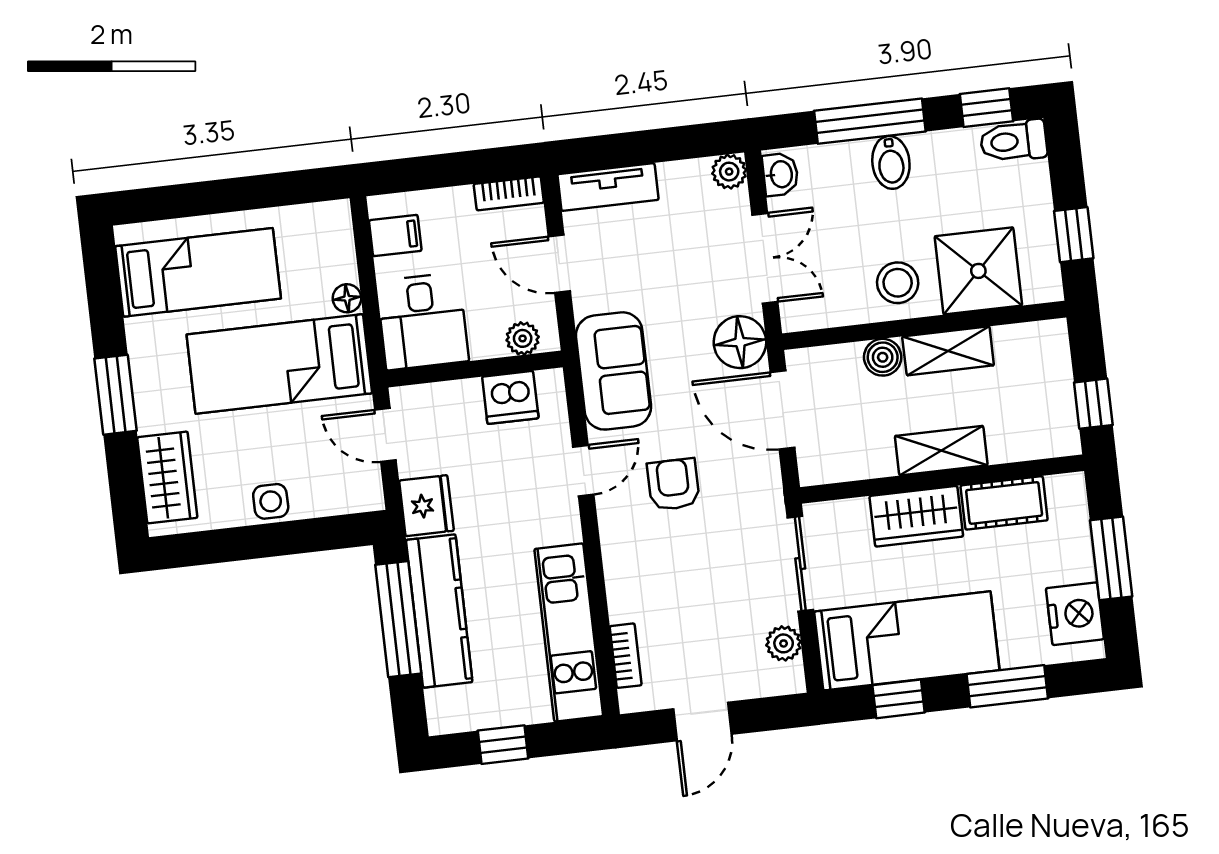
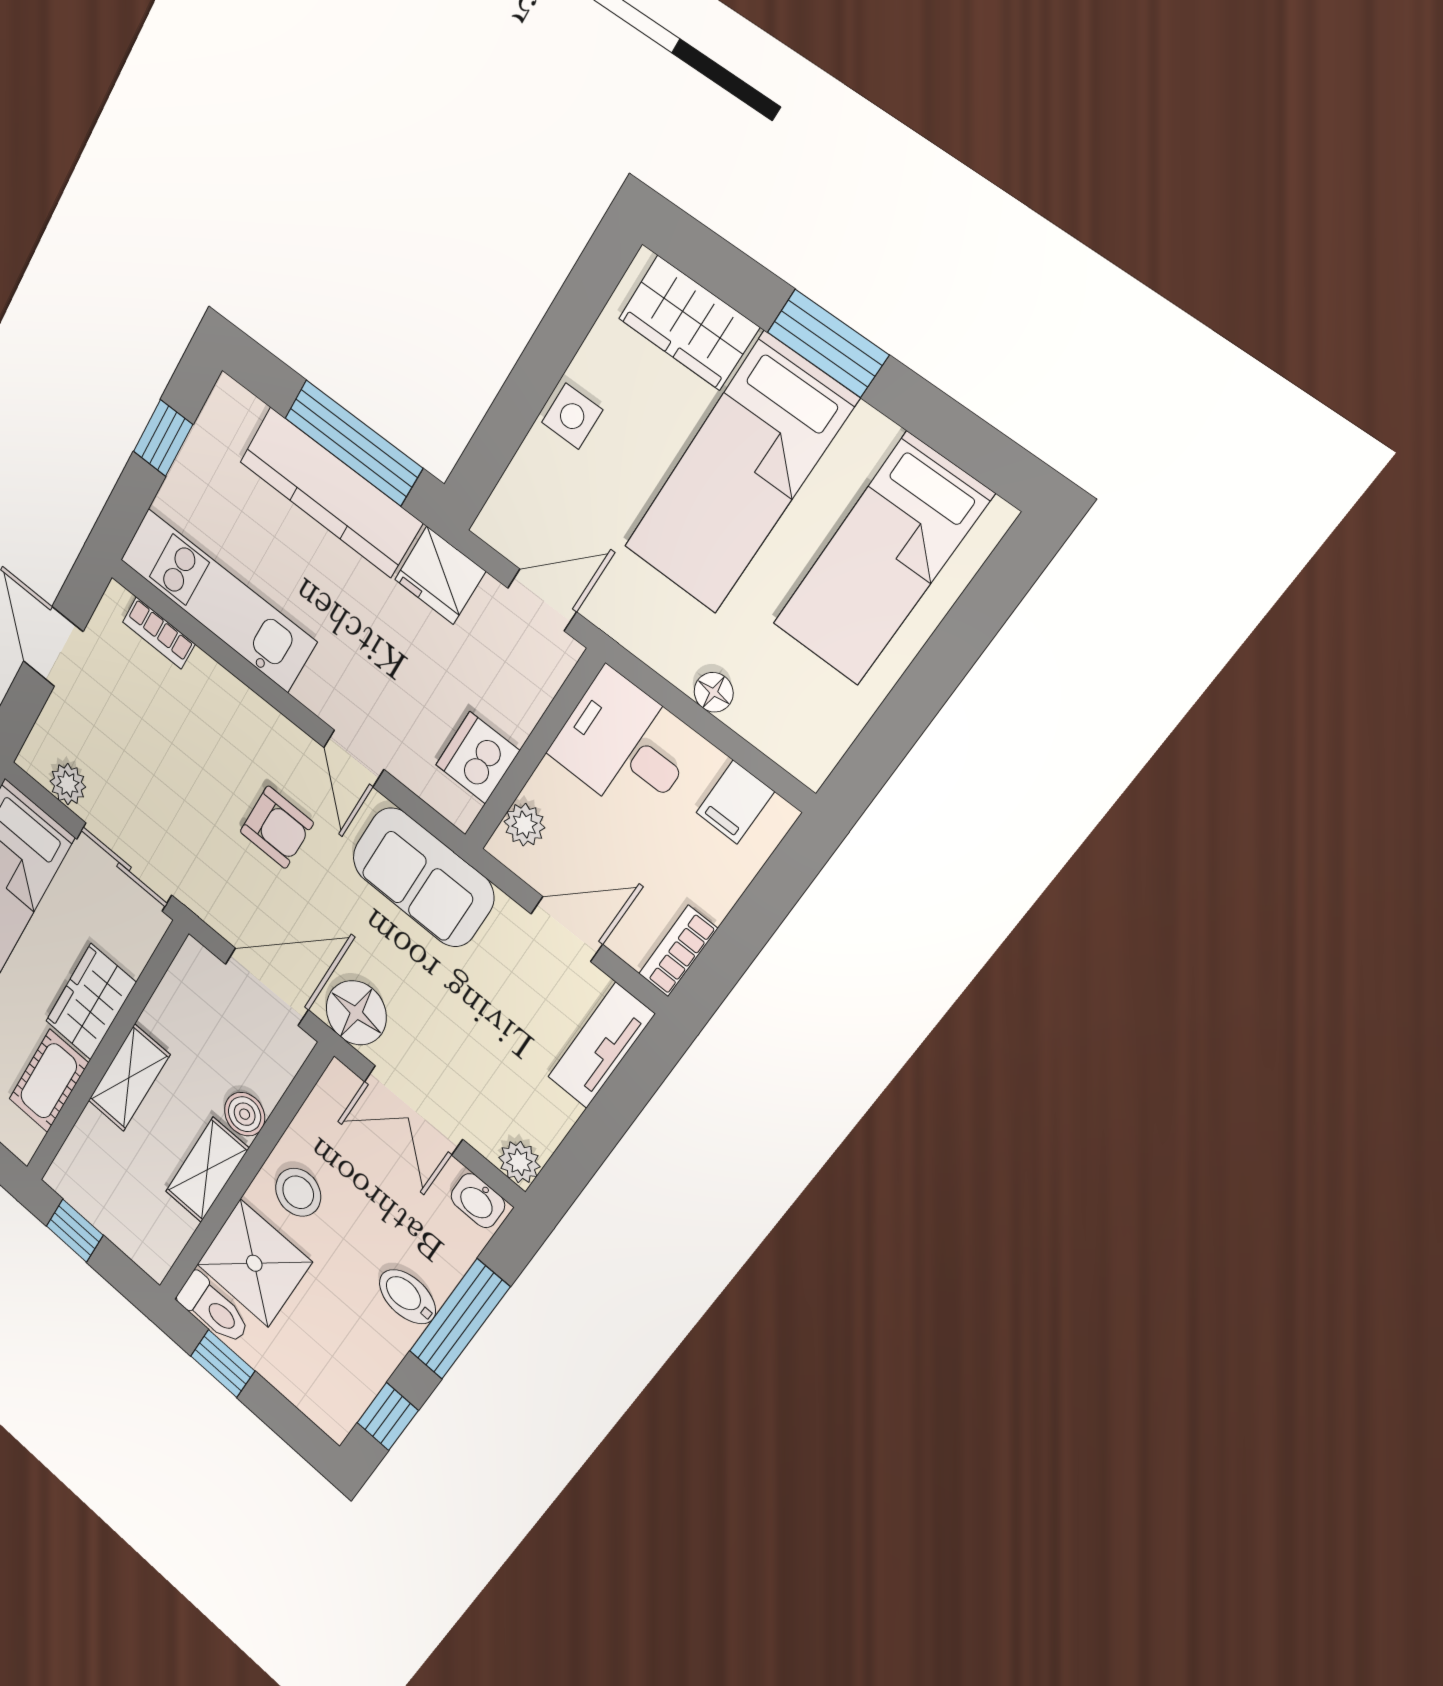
toilet: (1013, 141) -> (214, 1309), moved, turned 90
bed: (279, 364) -> (739, 474), moved, turned 180

